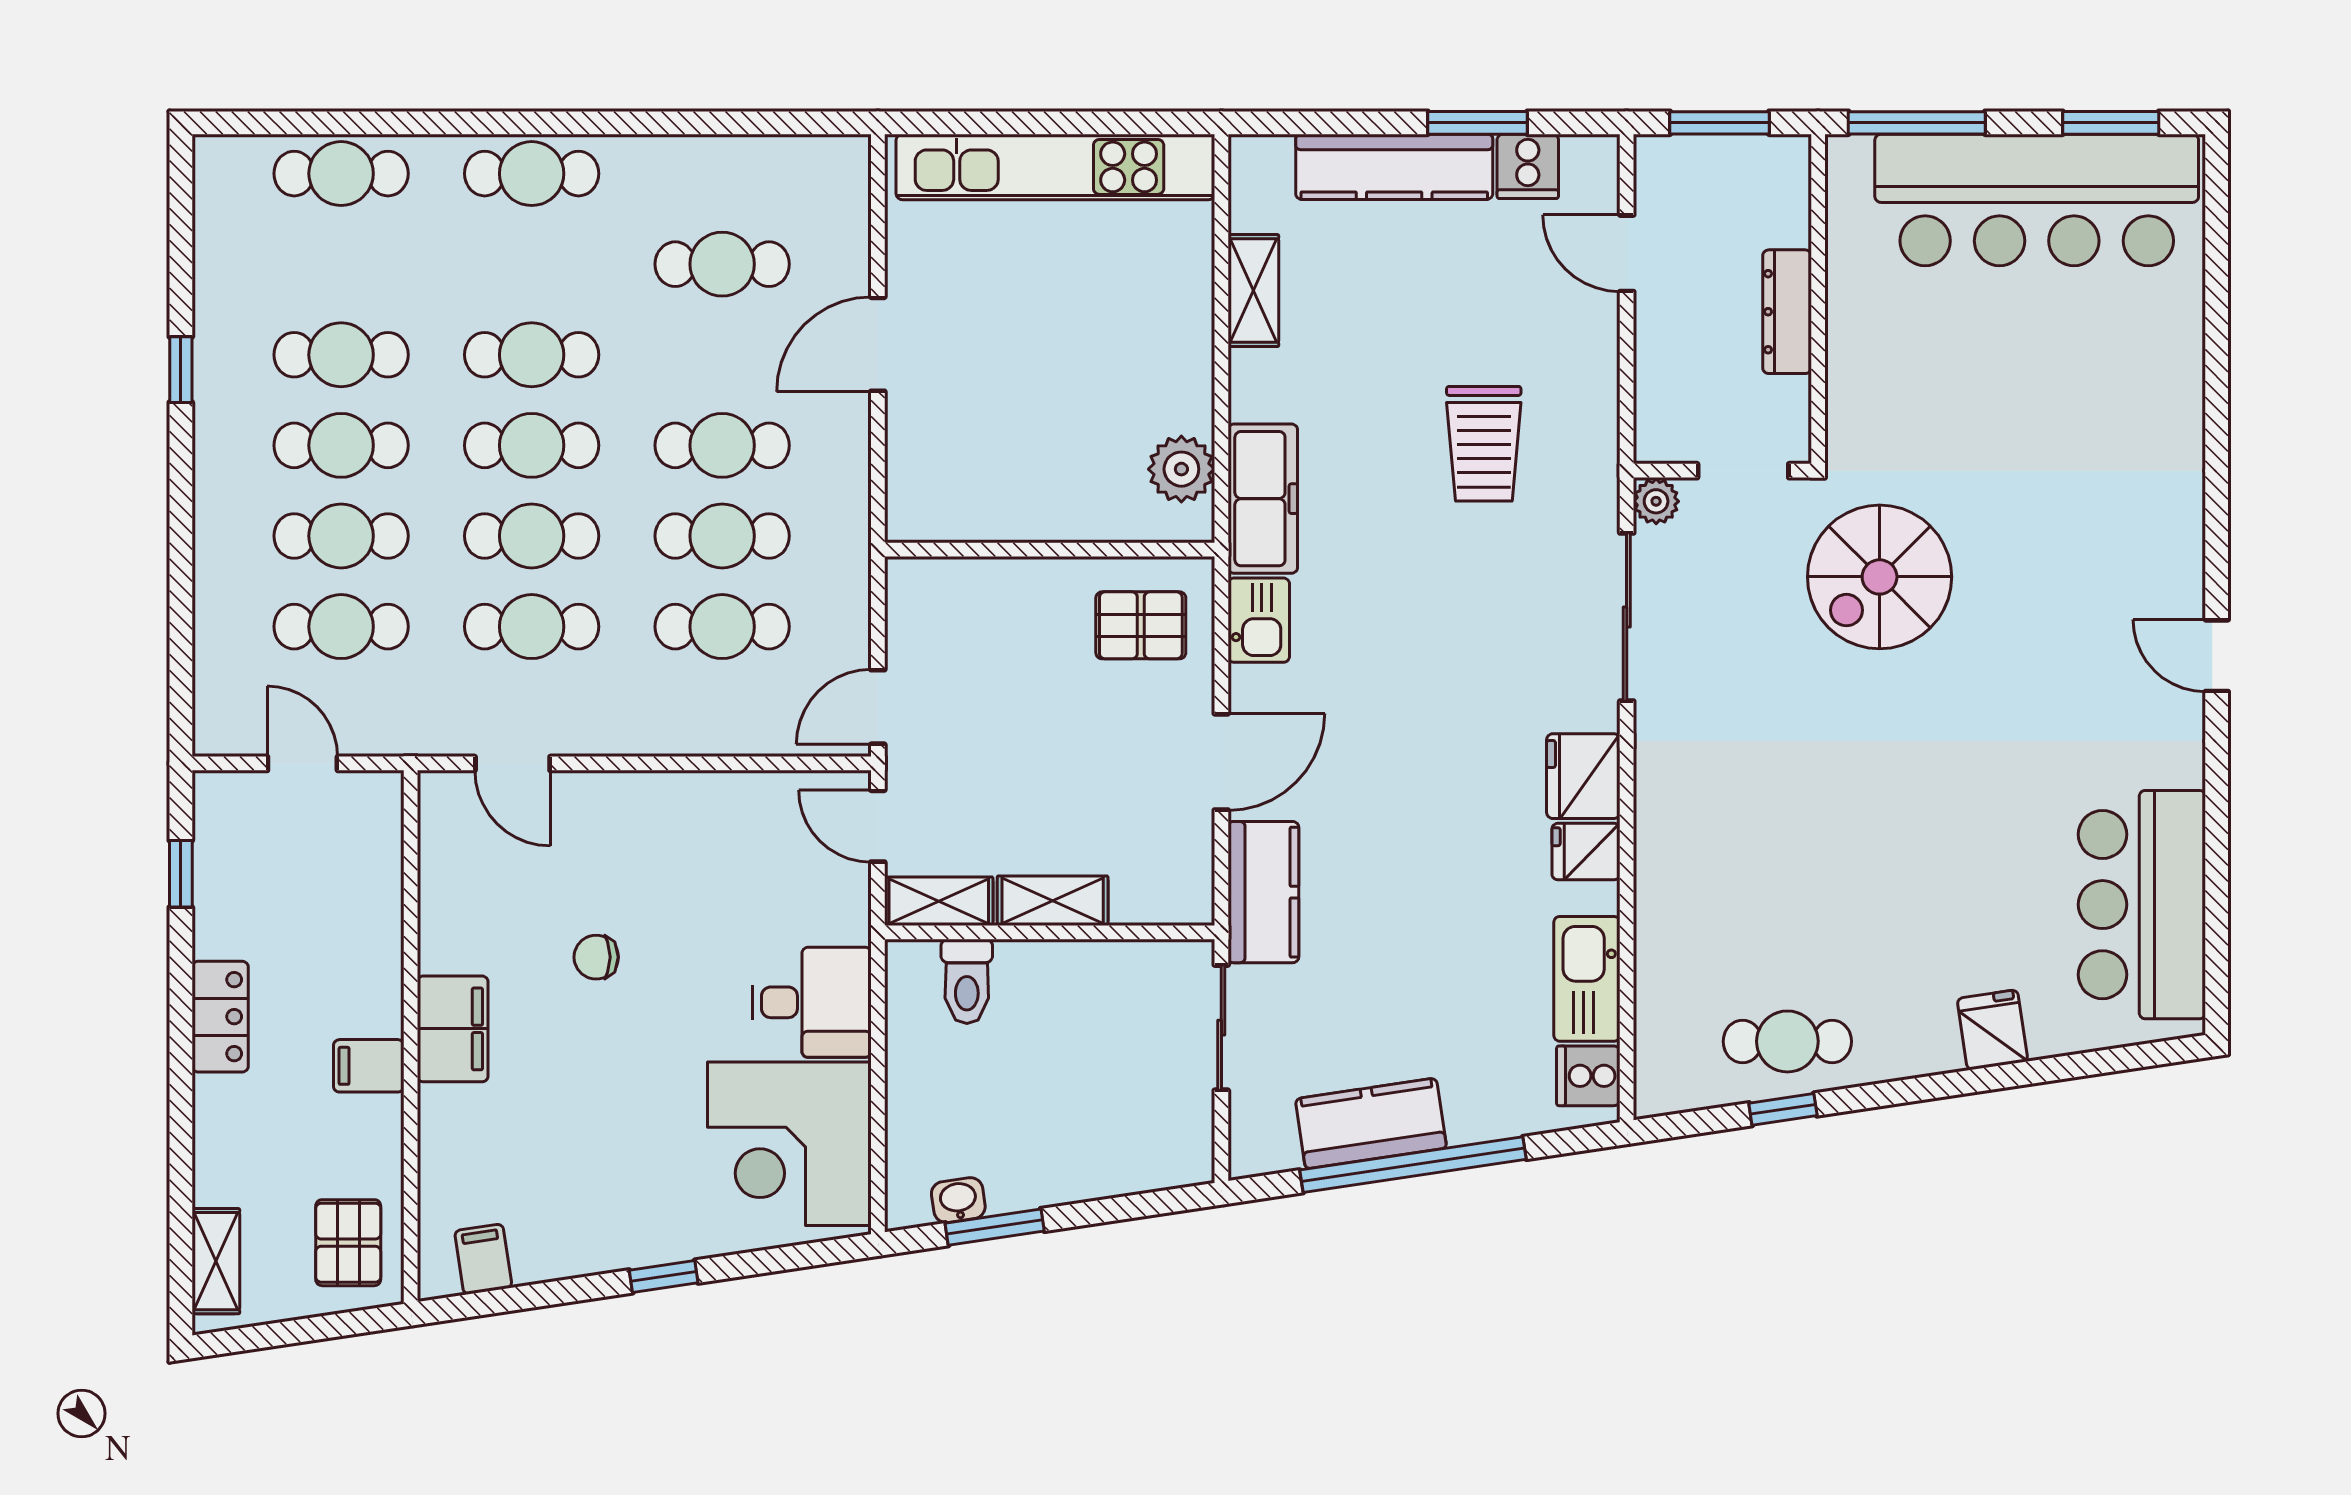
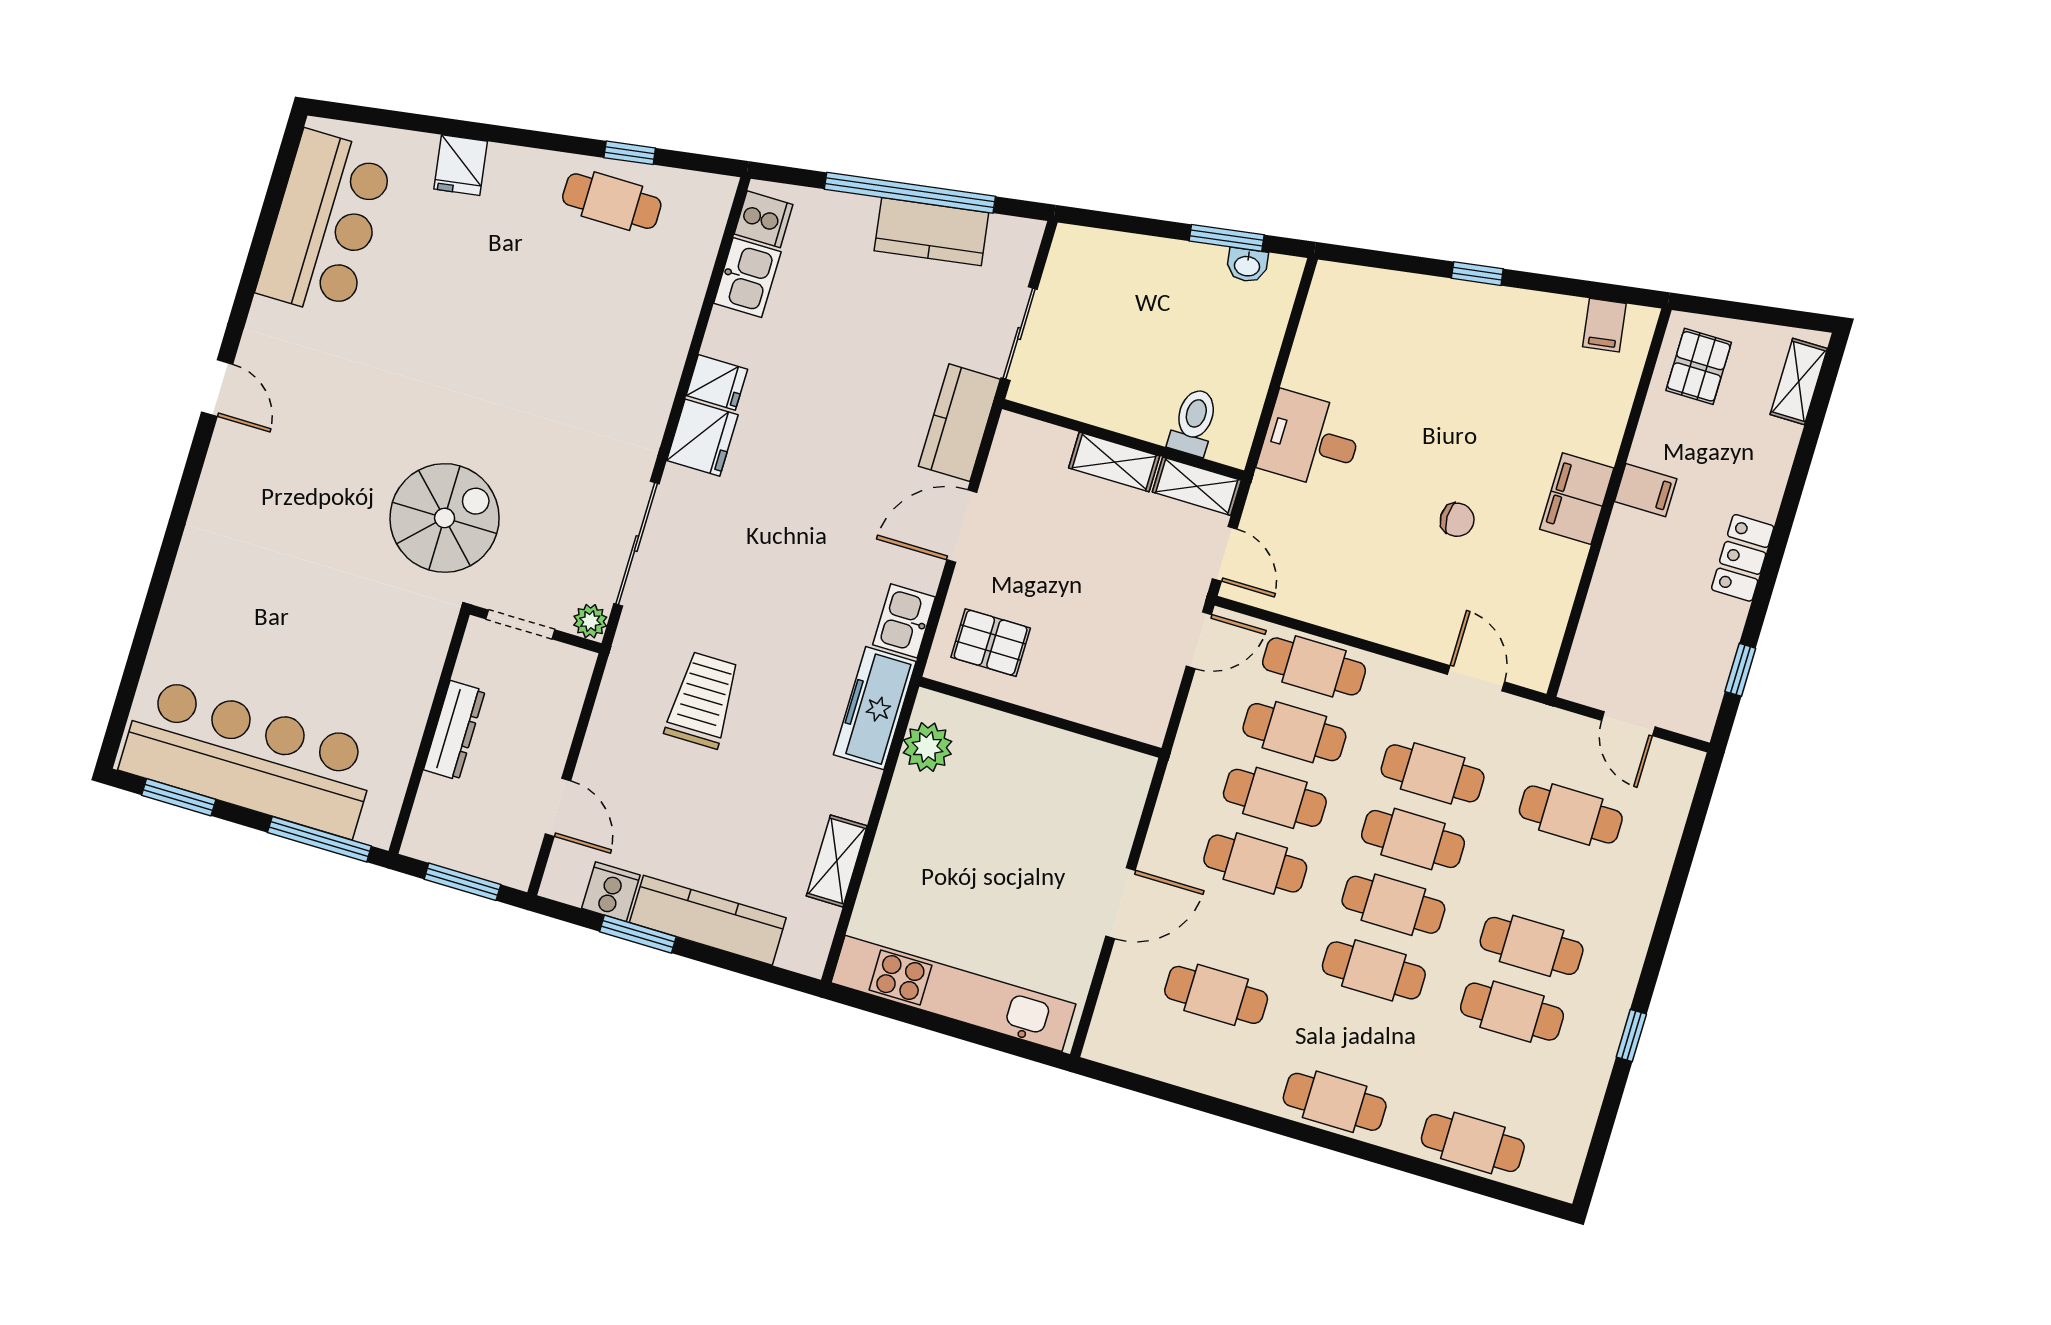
cafe table: (341, 536) -> (1314, 666), moved
kitchen sink: (1587, 979) -> (747, 277), width x0.73
corner desk: (789, 1144) -> (1358, 343), removed

